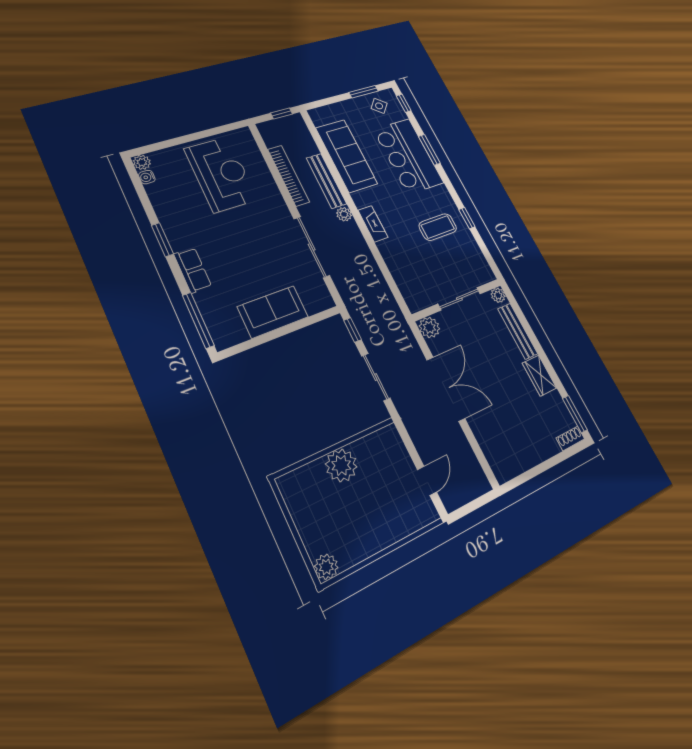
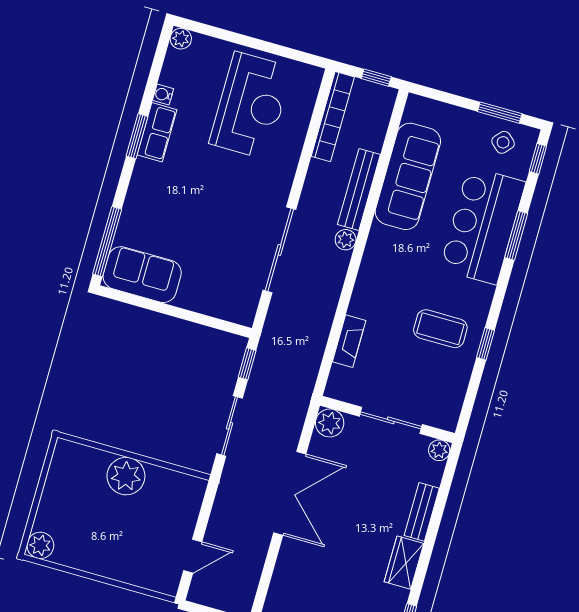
bookcase: (288, 176) -> (333, 117), moved
water cooler: (147, 177) -> (163, 95), moved
fireplace: (373, 224) -> (349, 341), moved
row of seats: (193, 270) -> (157, 132), moved
sofa: (273, 312) -> (142, 275), moved
bench: (518, 331) -> (422, 512), width x0.73

